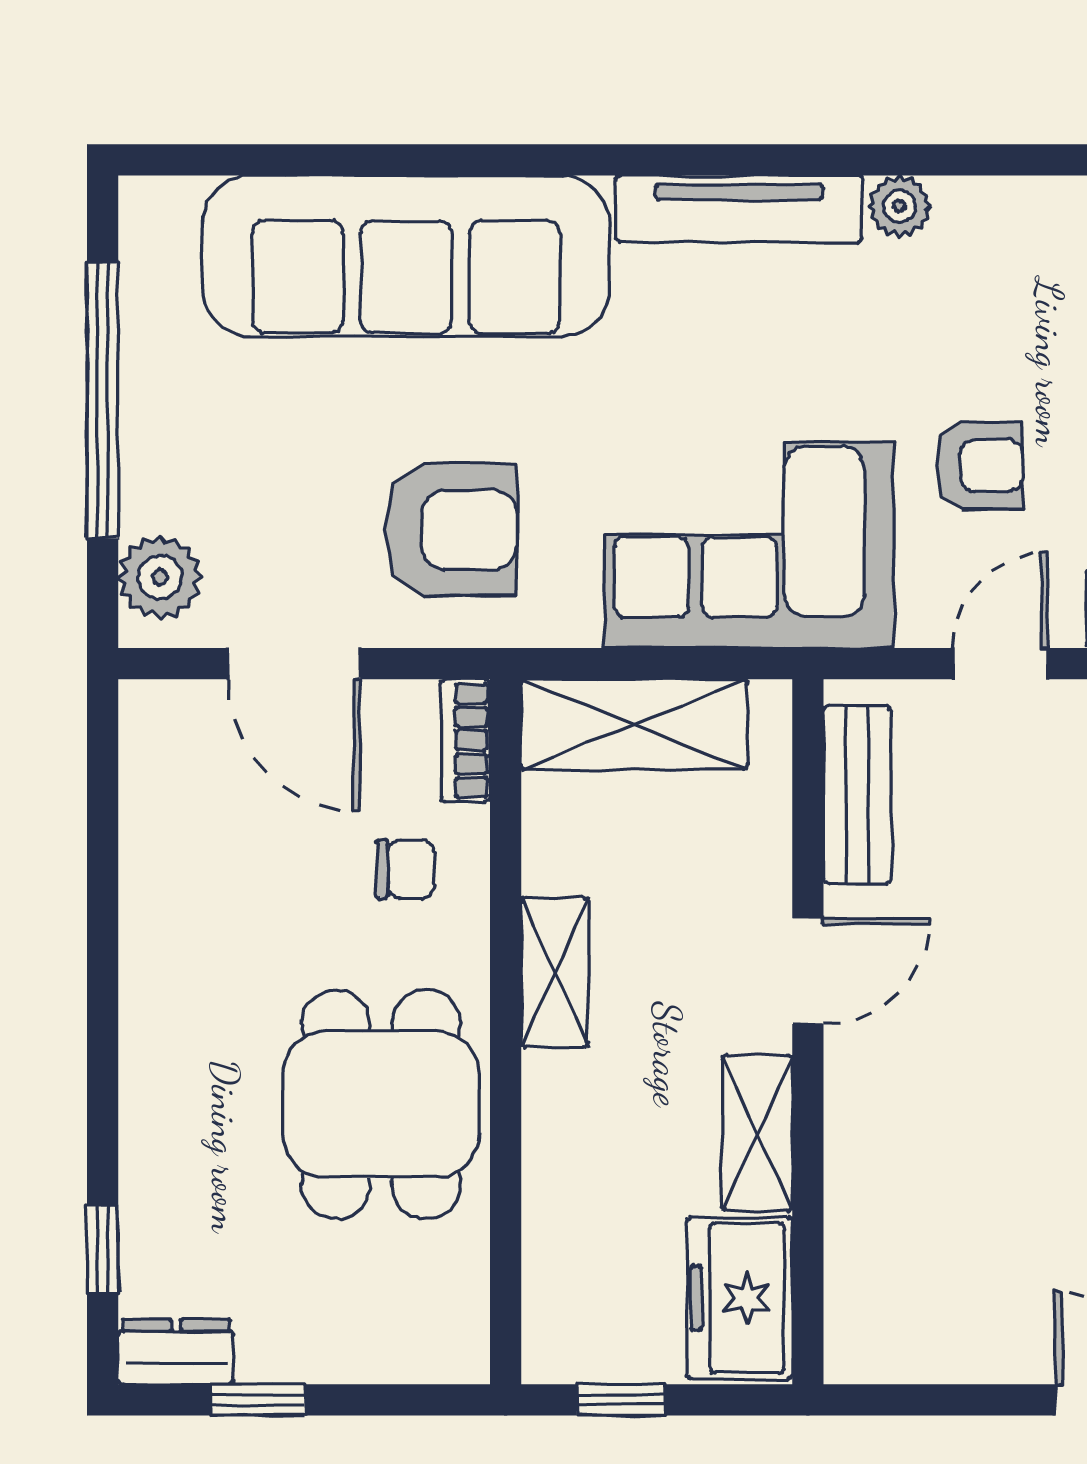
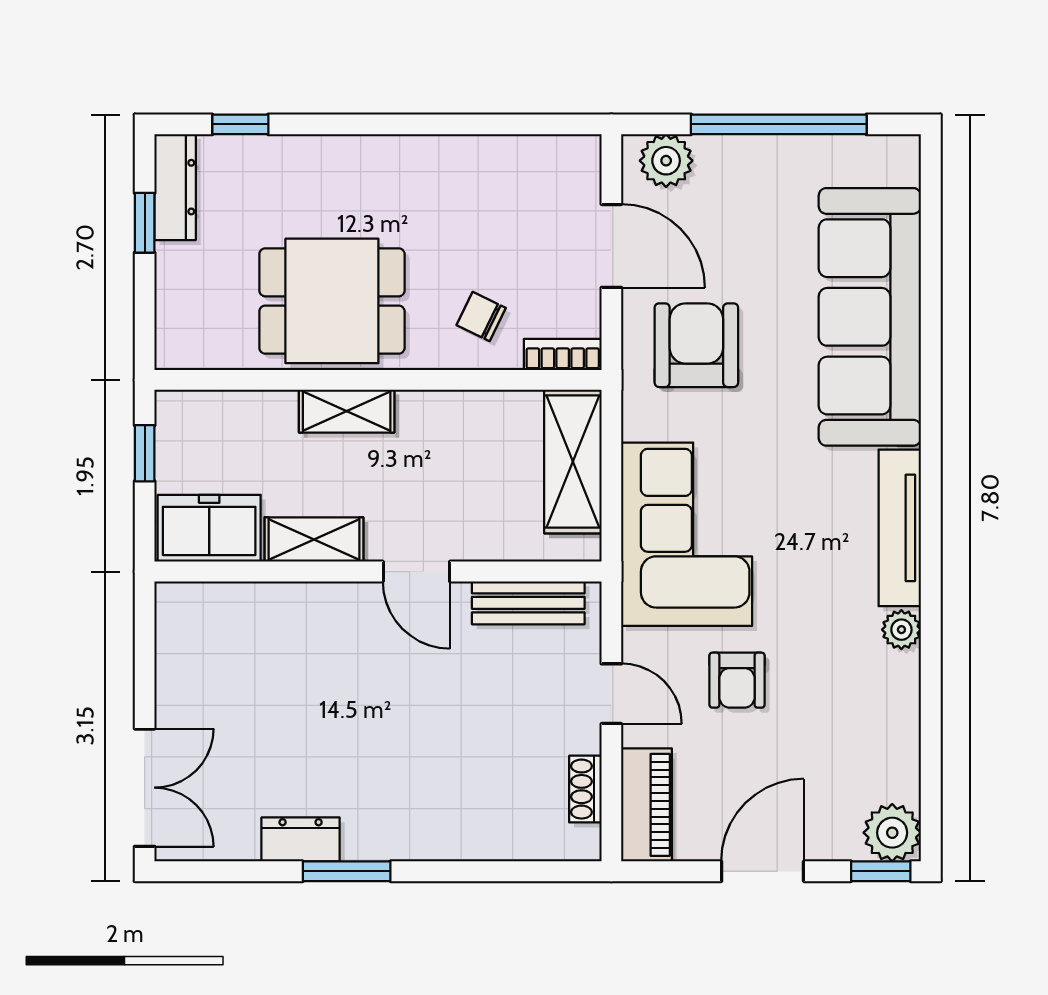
armchair: (451, 530) -> (696, 345), turned 180
door: (294, 664) -> (611, 246), swing flipped
chair: (406, 869) -> (481, 317), turned 116
shelving: (555, 972) -> (347, 411), moved
dresser: (176, 1352) -> (175, 187), width x1.44

